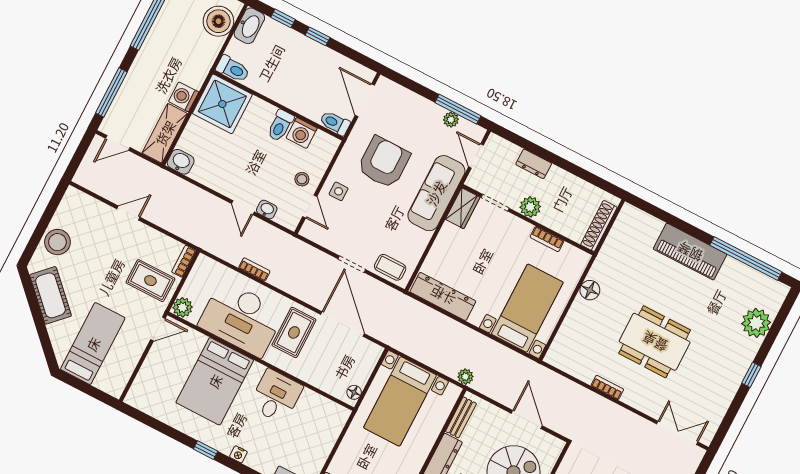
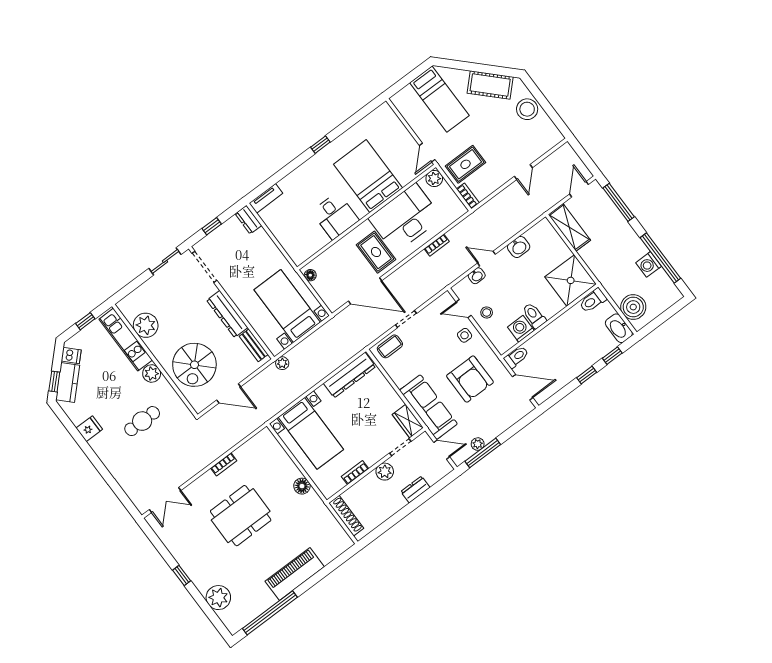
washing machine: (184, 97) -> (649, 264), moved, turned 180
washbasin: (181, 162) -> (519, 247), moved
nightstand: (238, 454) -> (306, 168), removed

